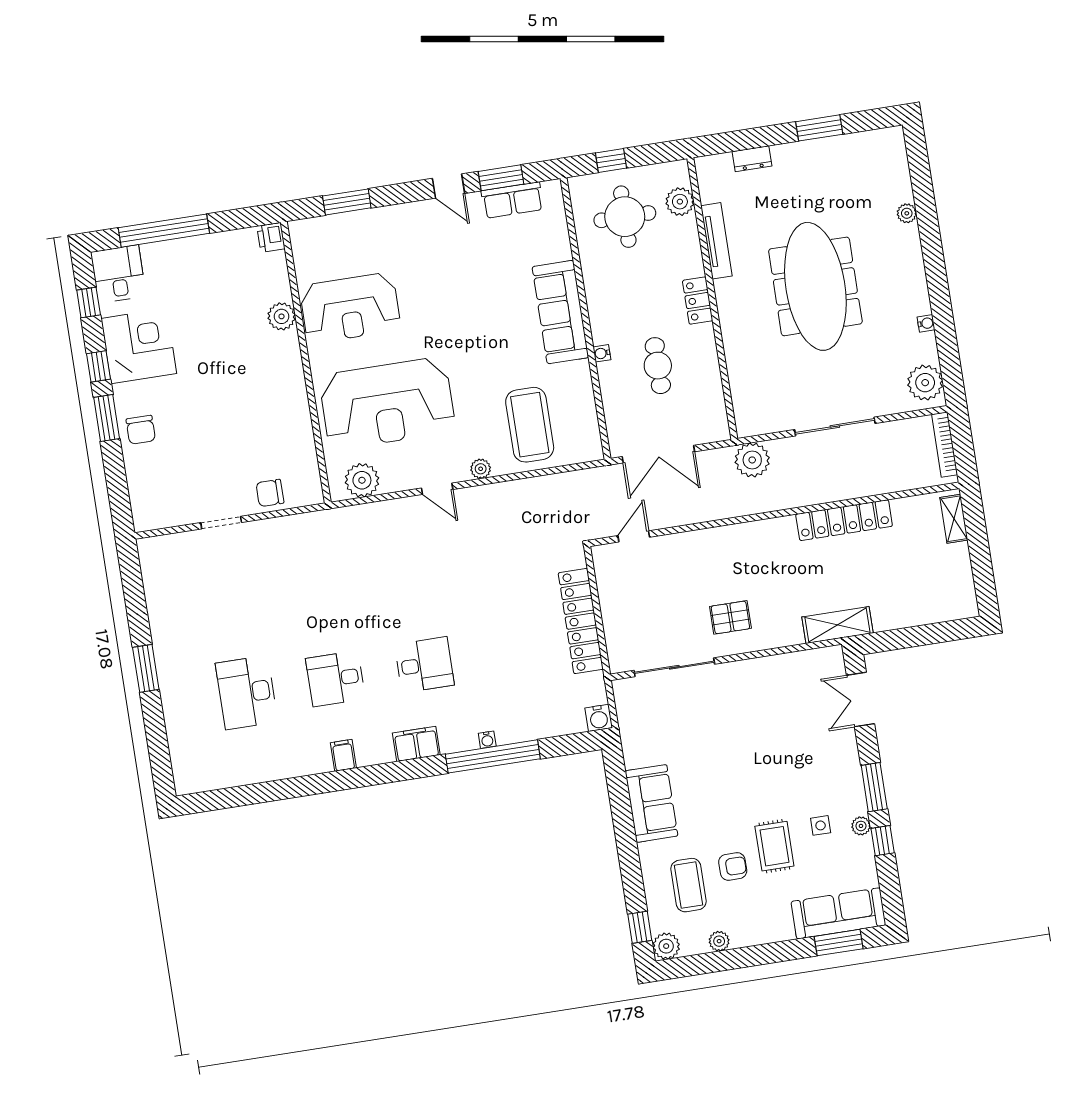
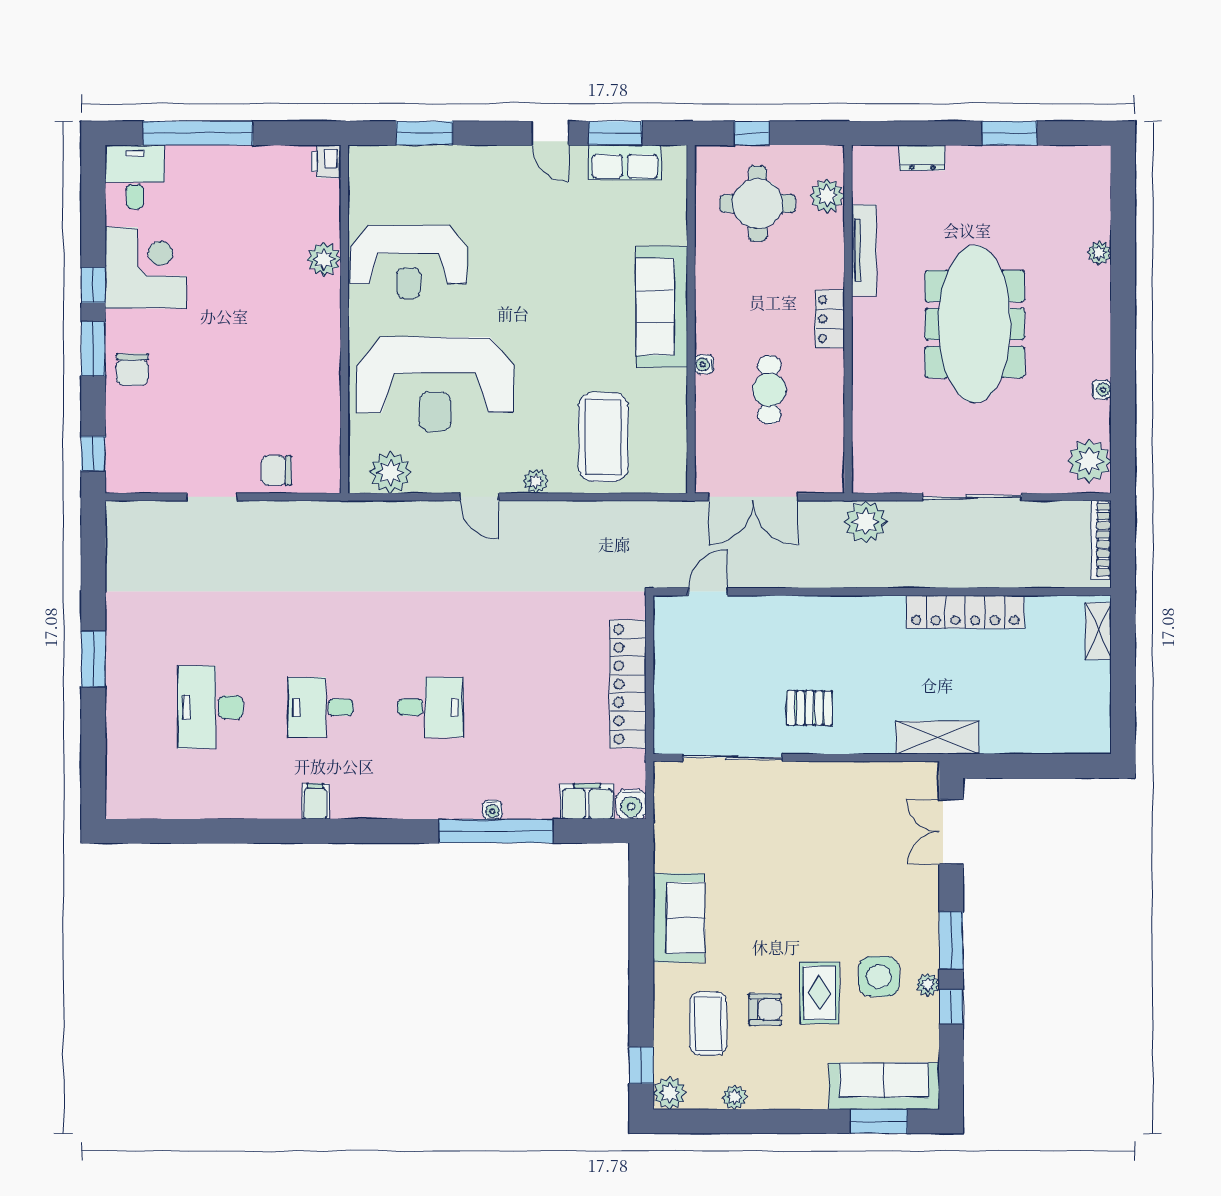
window: (89, 303) -> (93, 454), moved
filing cabinet: (416, 744) -> (587, 801), moved
side table: (821, 825) -> (879, 976), width x1.87, depth x1.87

